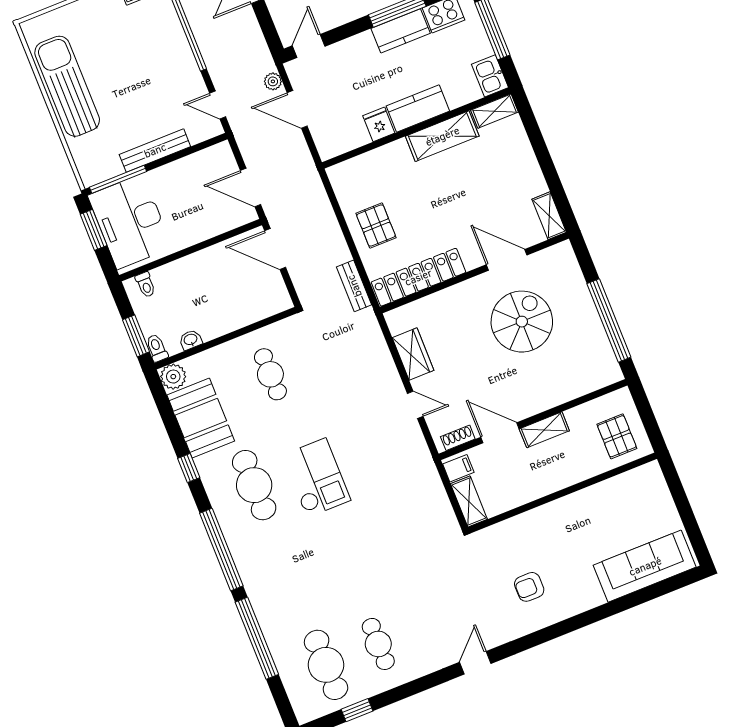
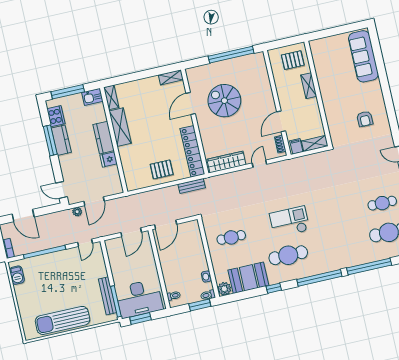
bench: (155, 150) -> (107, 296), moved
wardrobe: (413, 354) -> (226, 162), width x1.50
shelving: (544, 430) -> (309, 86), moved

